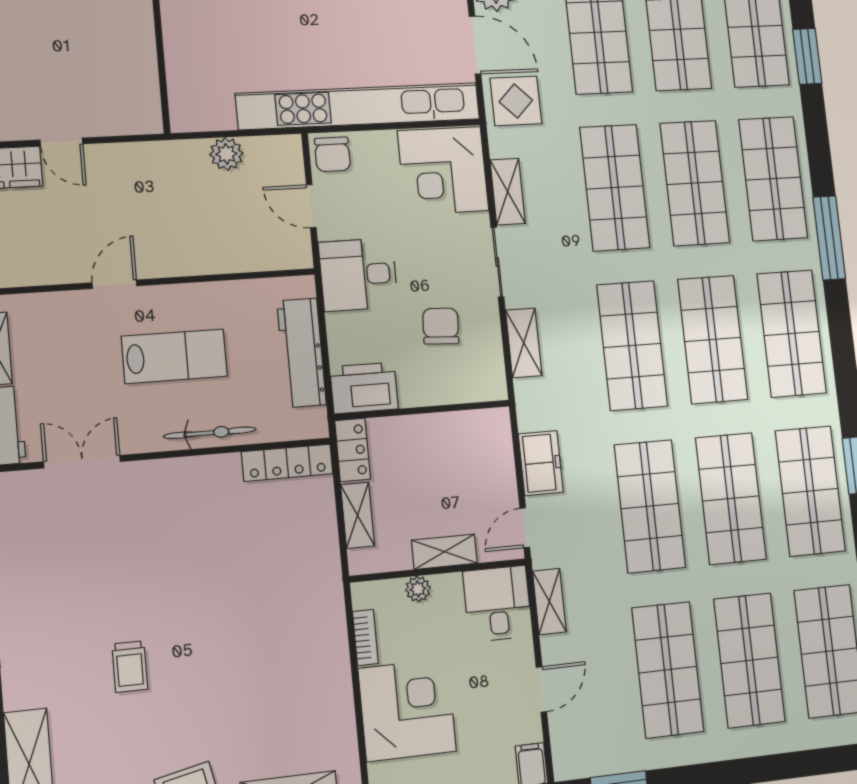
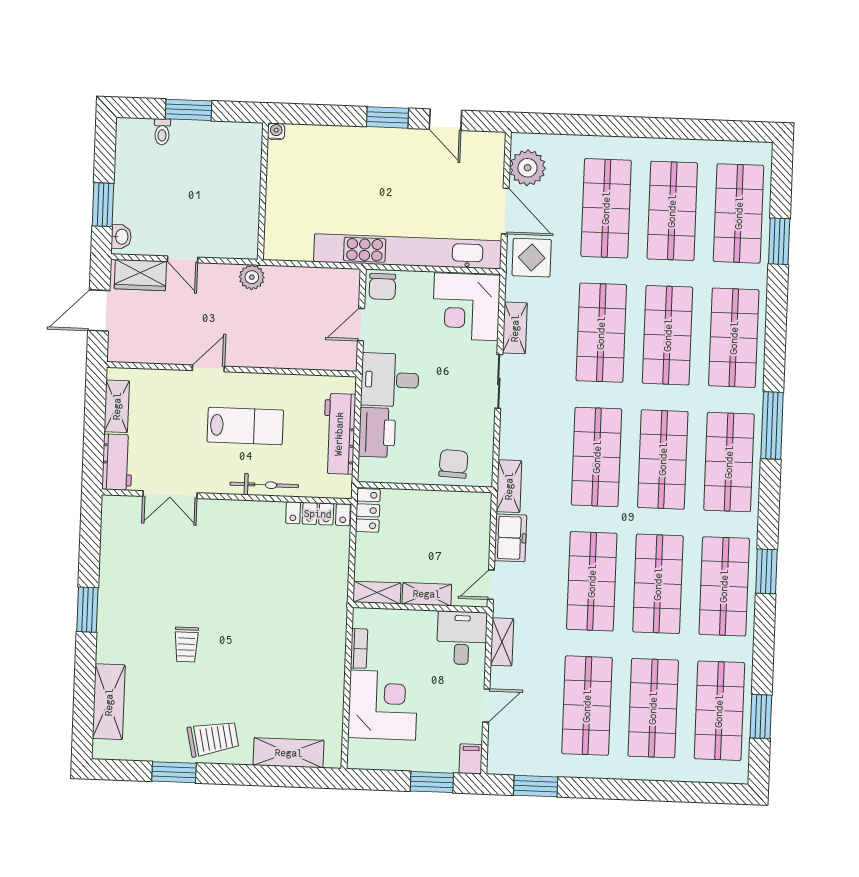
plant: (226, 154) -> (252, 277), moved
door: (311, 206) -> (361, 325), hinge flipped
window: (829, 238) -> (772, 425), moved
chair: (441, 326) -> (453, 464), moved
shelving: (524, 343) -> (509, 486), moved
printer: (364, 388) -> (377, 432), moved, turned 90
double door: (82, 462) -> (170, 495), swing flipped
shelving: (358, 515) -> (377, 593), moved, turned 90
plant: (418, 589) -> (403, 619), removed

